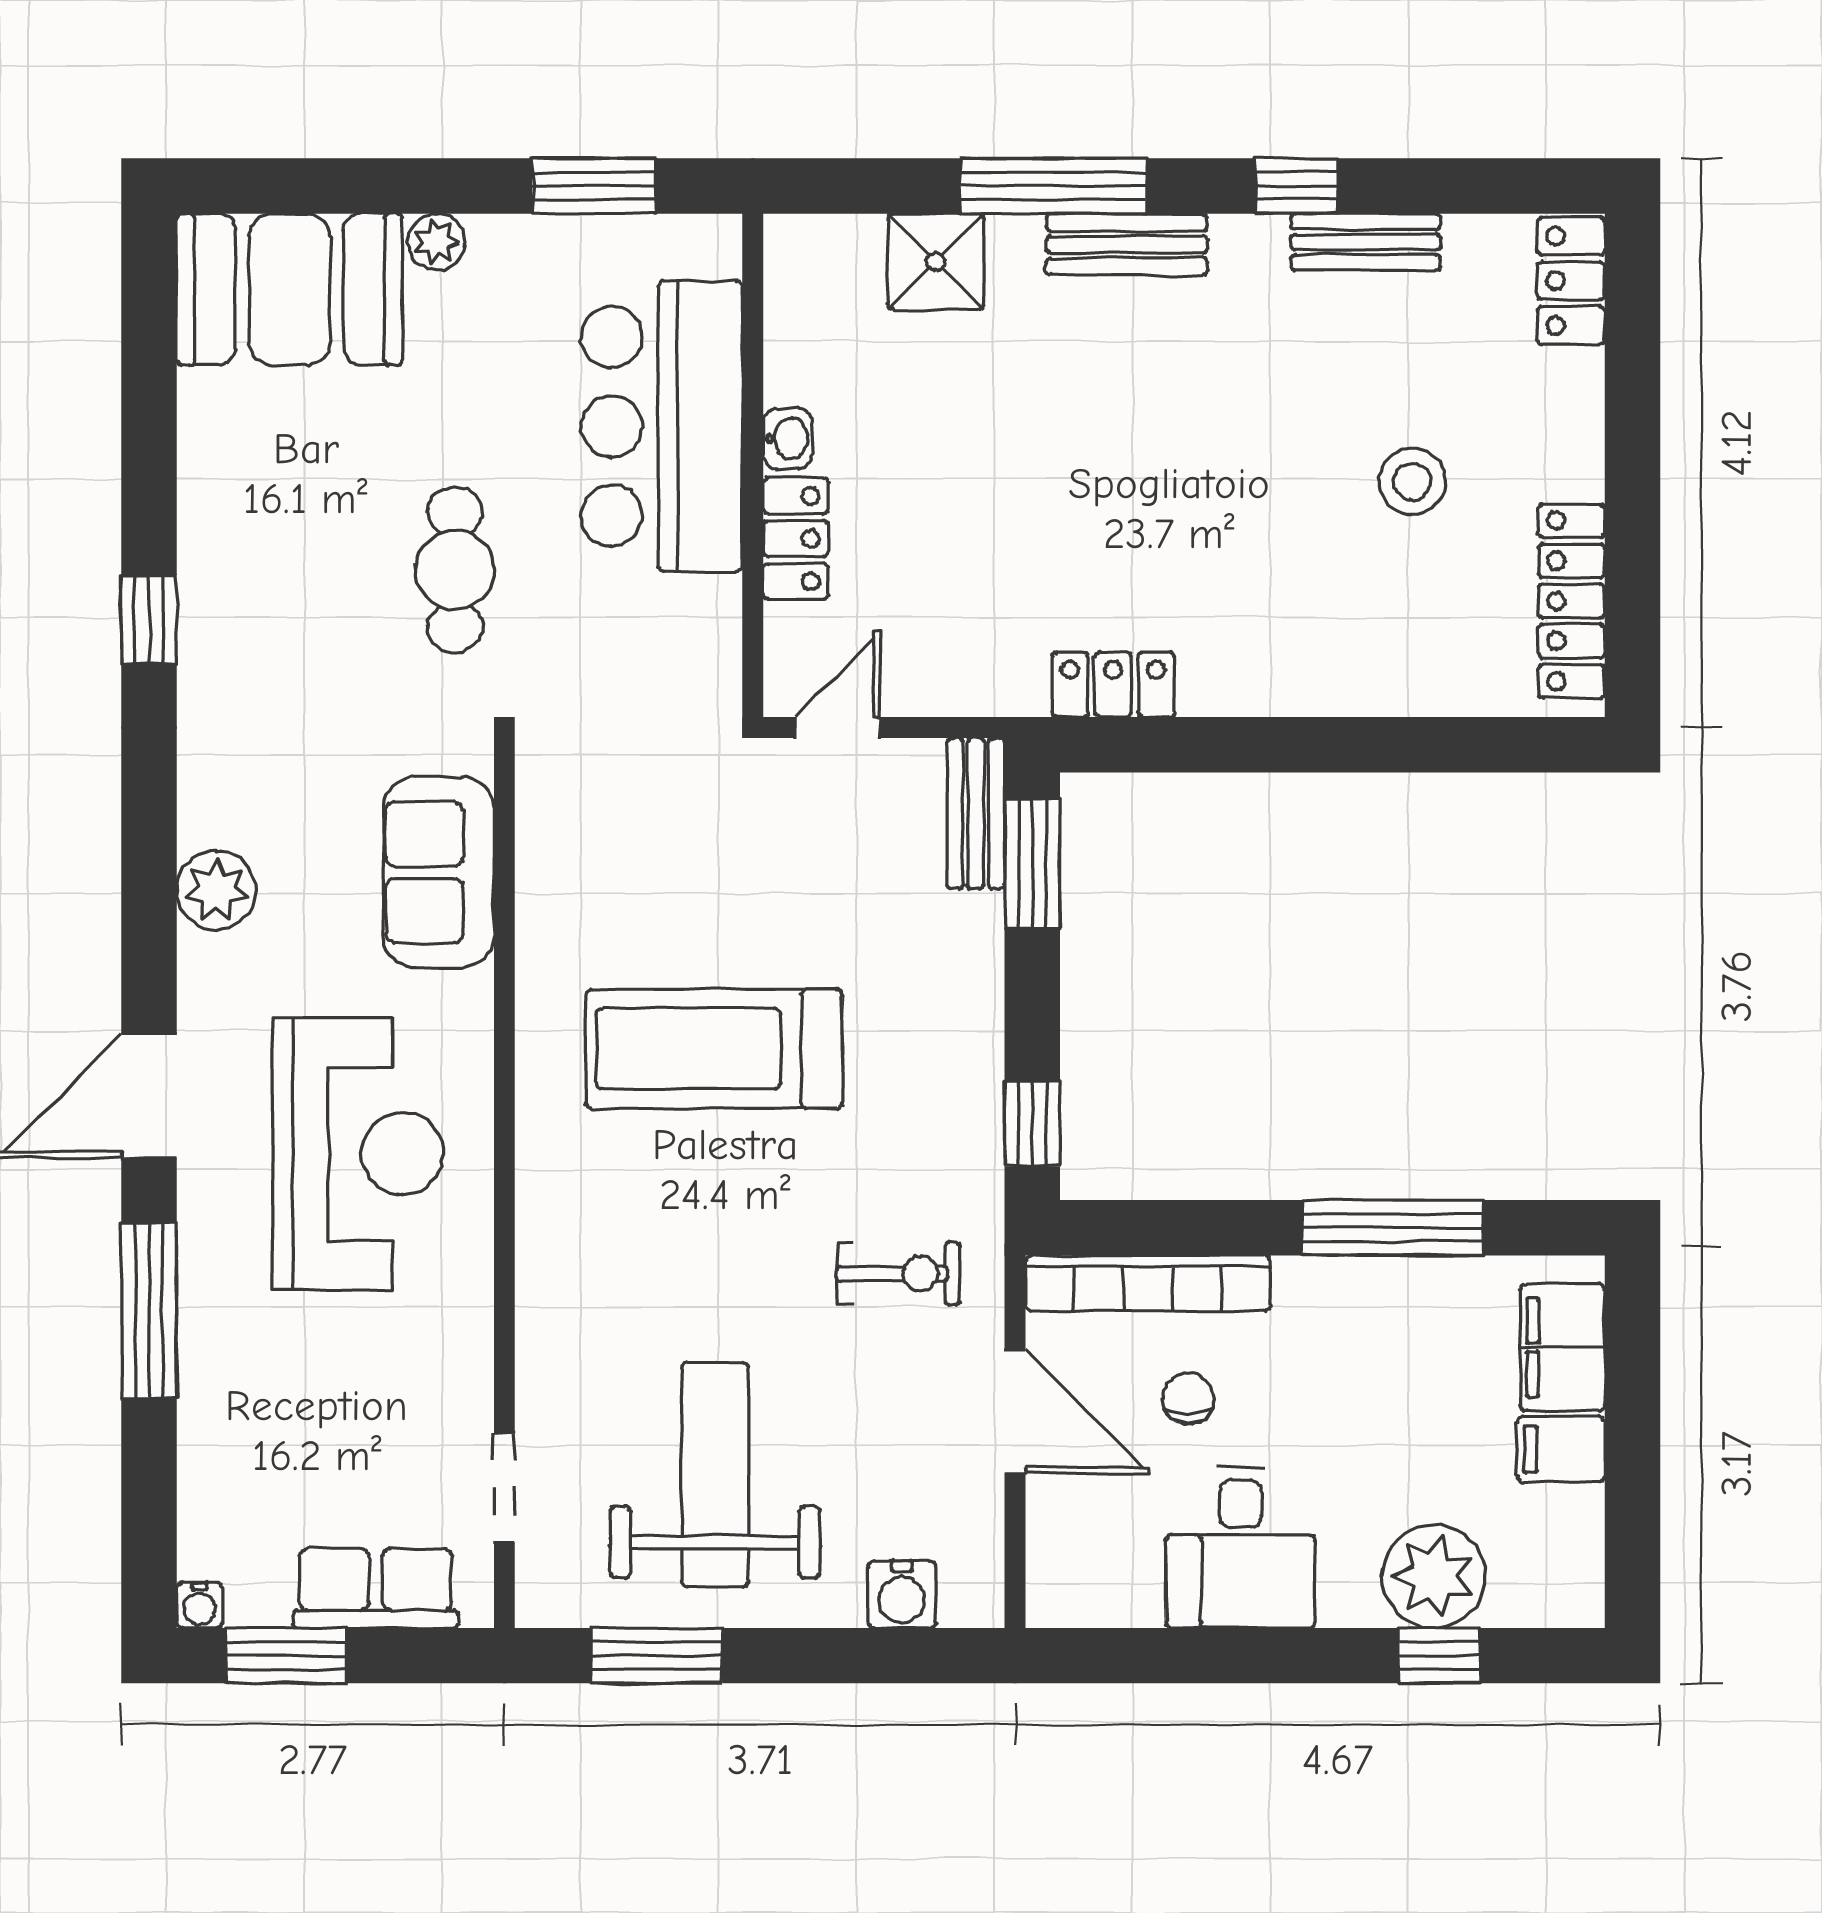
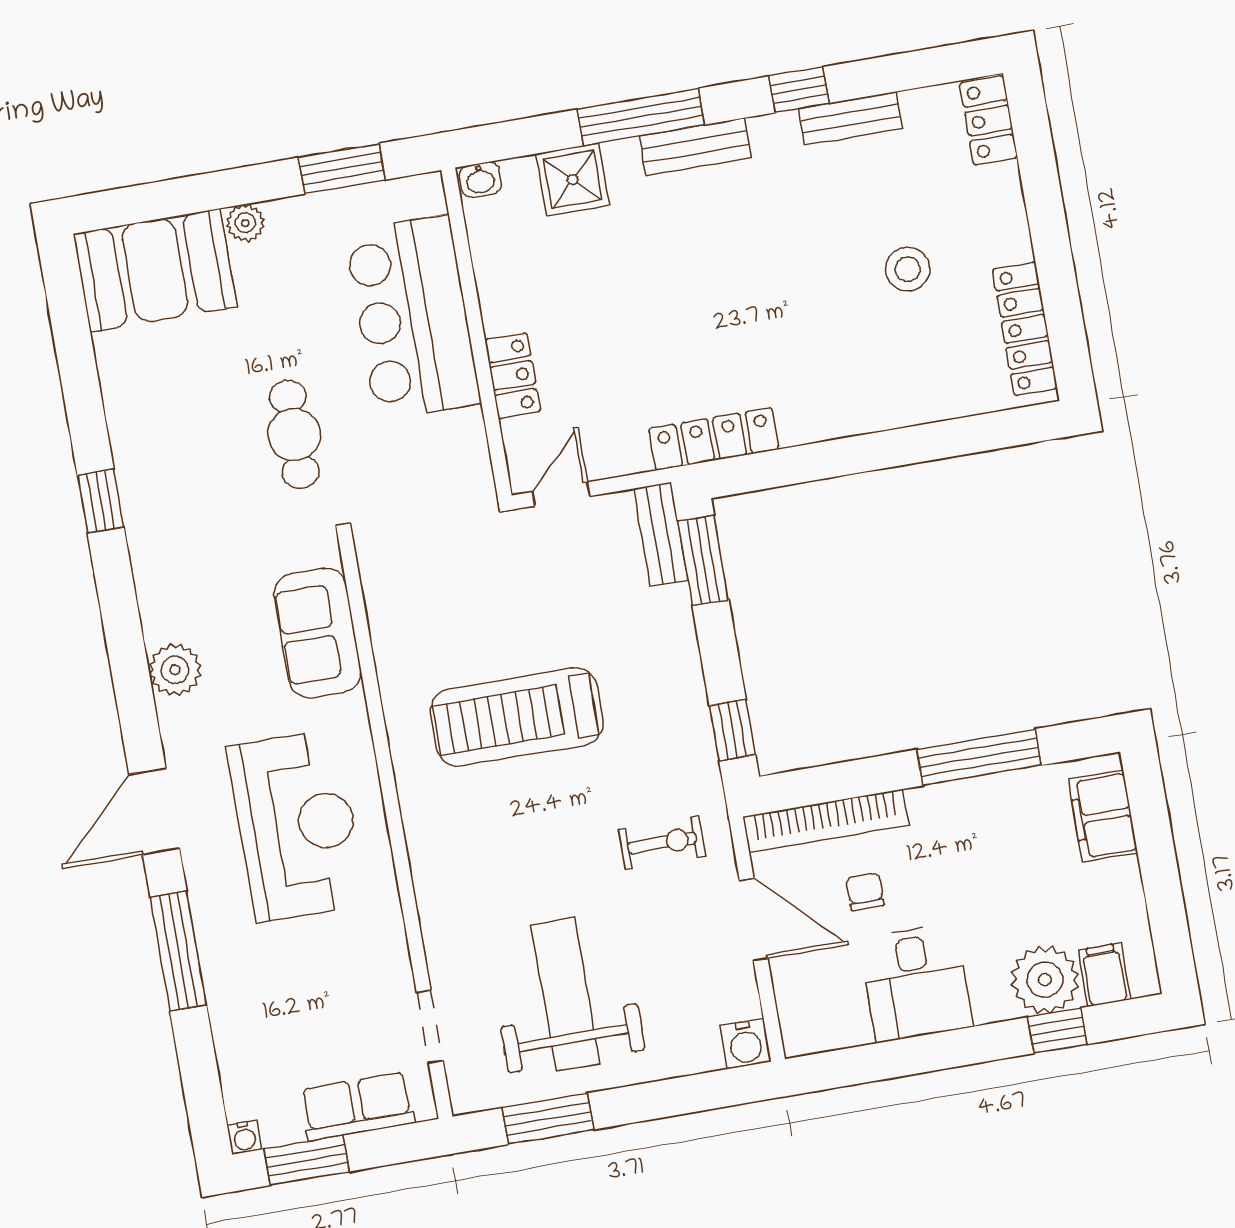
washbasin: (788, 438) -> (480, 180), moved, turned 90
locker: (1113, 685) -> (714, 439), width x1.53
filing cabinet: (1561, 1449) -> (1104, 975), moved, turned 90
water cooler: (902, 1594) -> (746, 1043), moved

